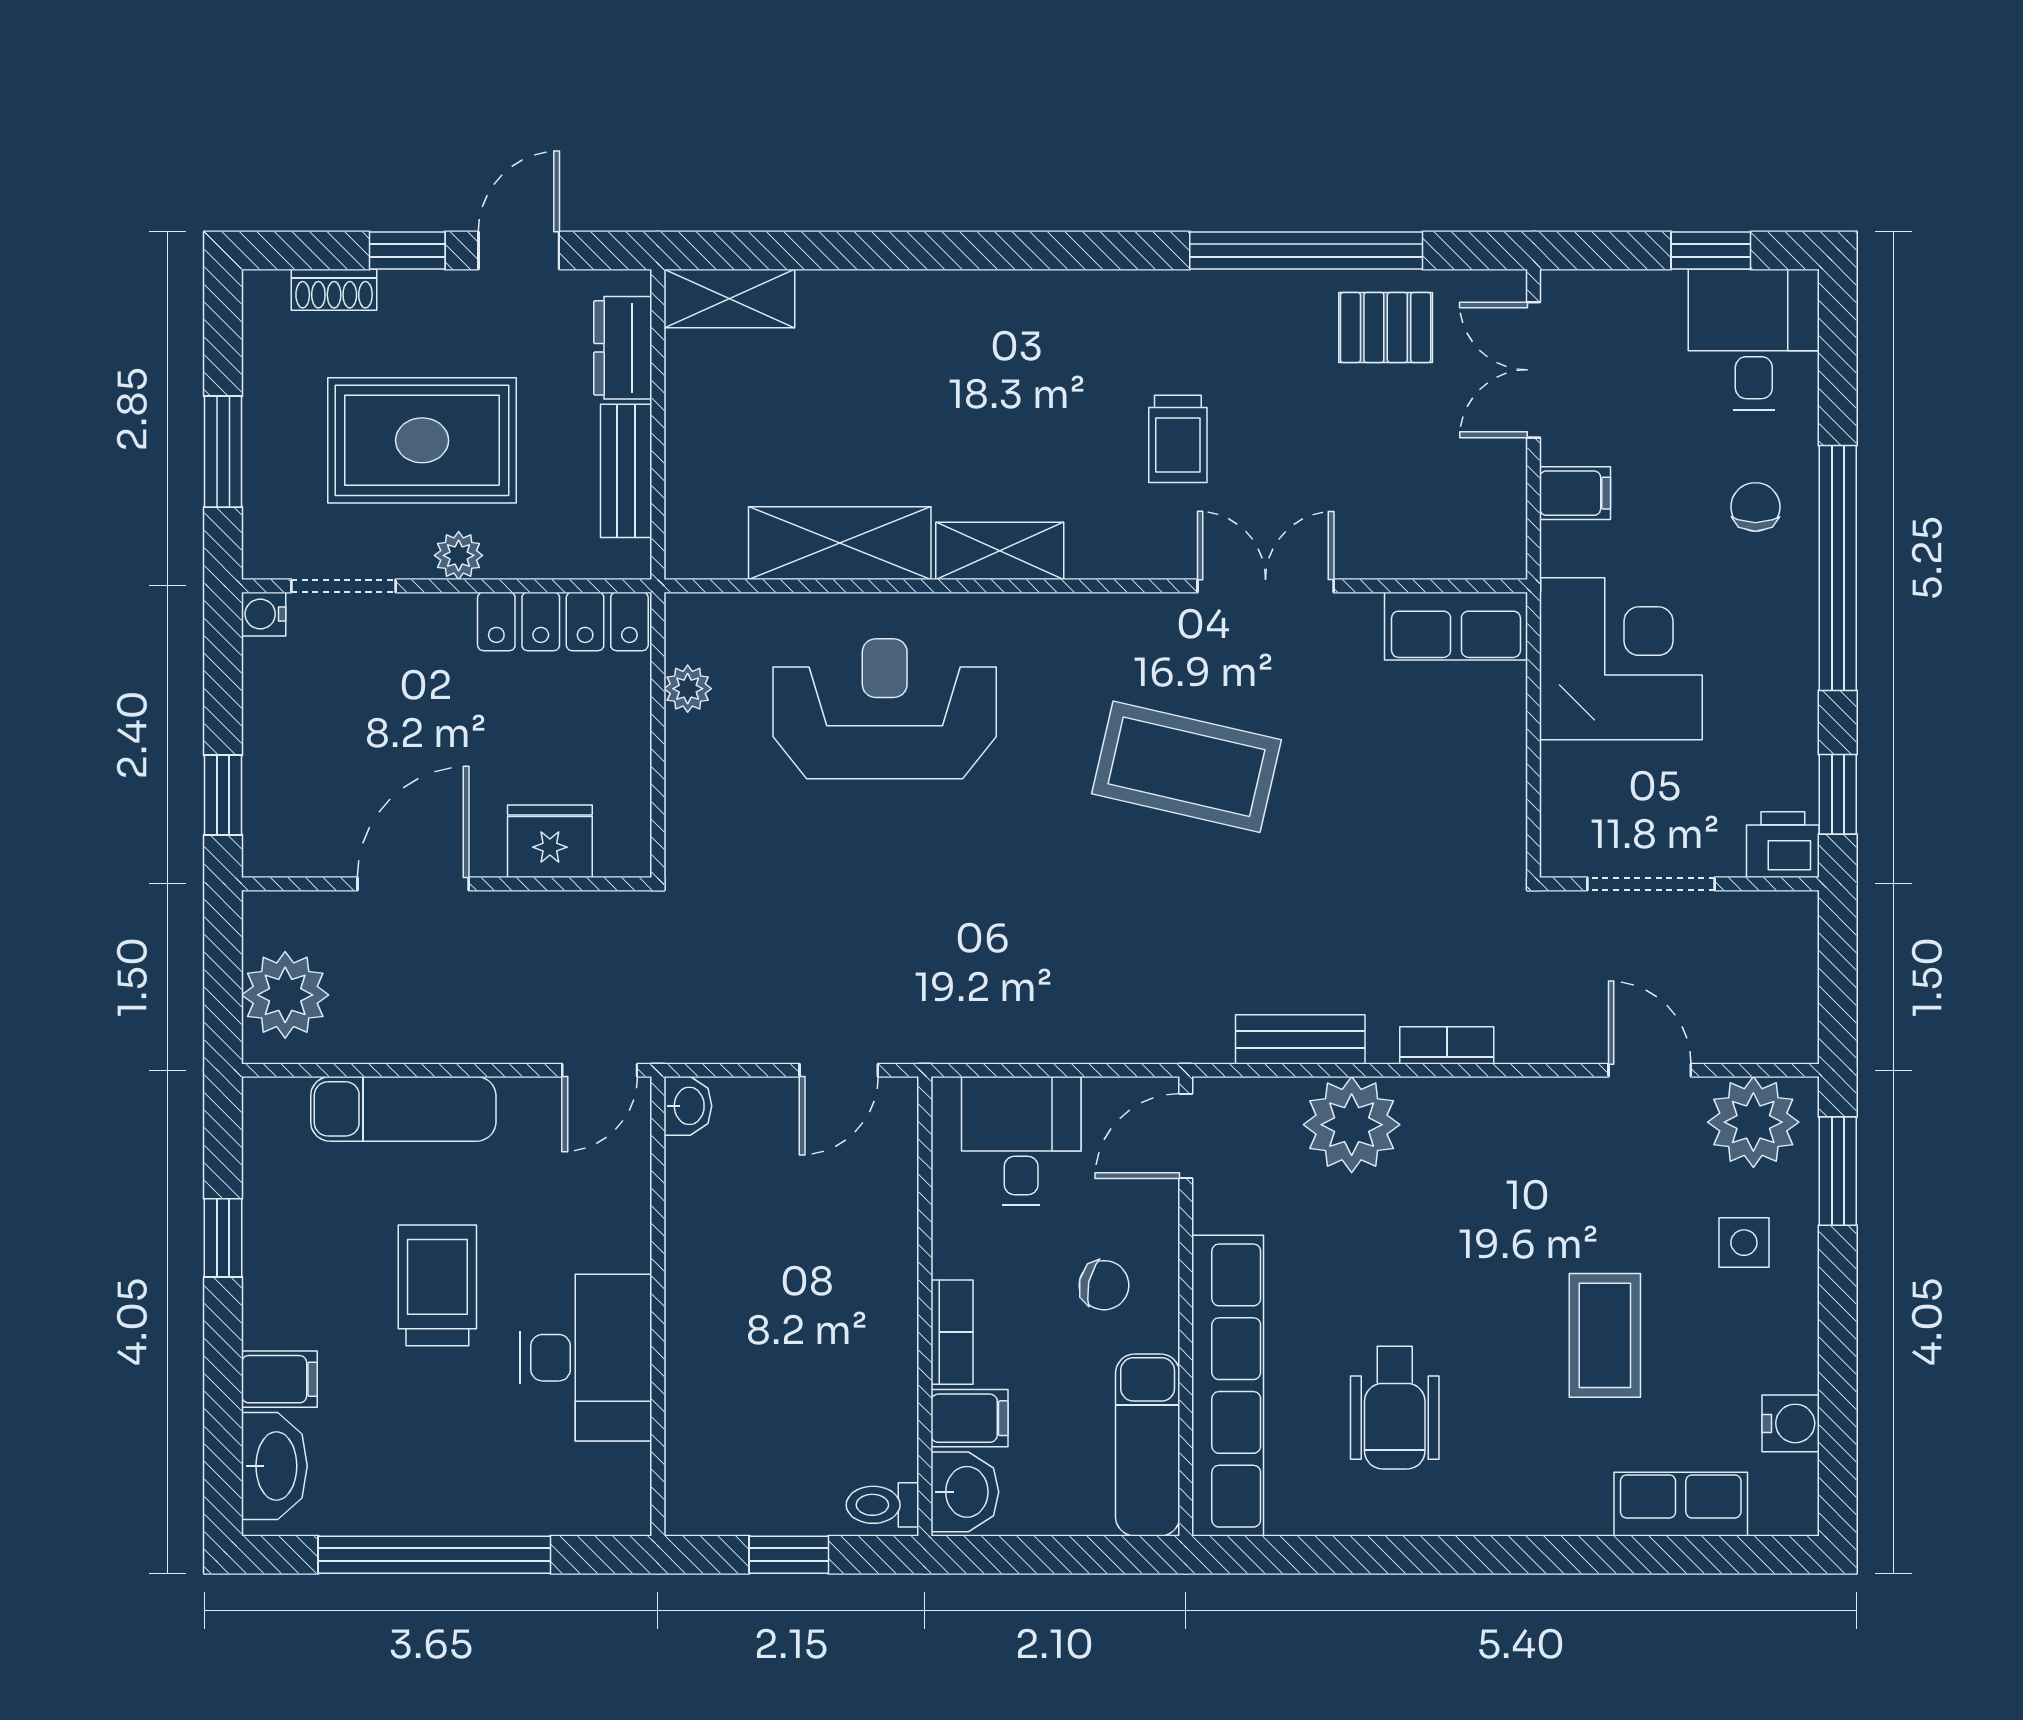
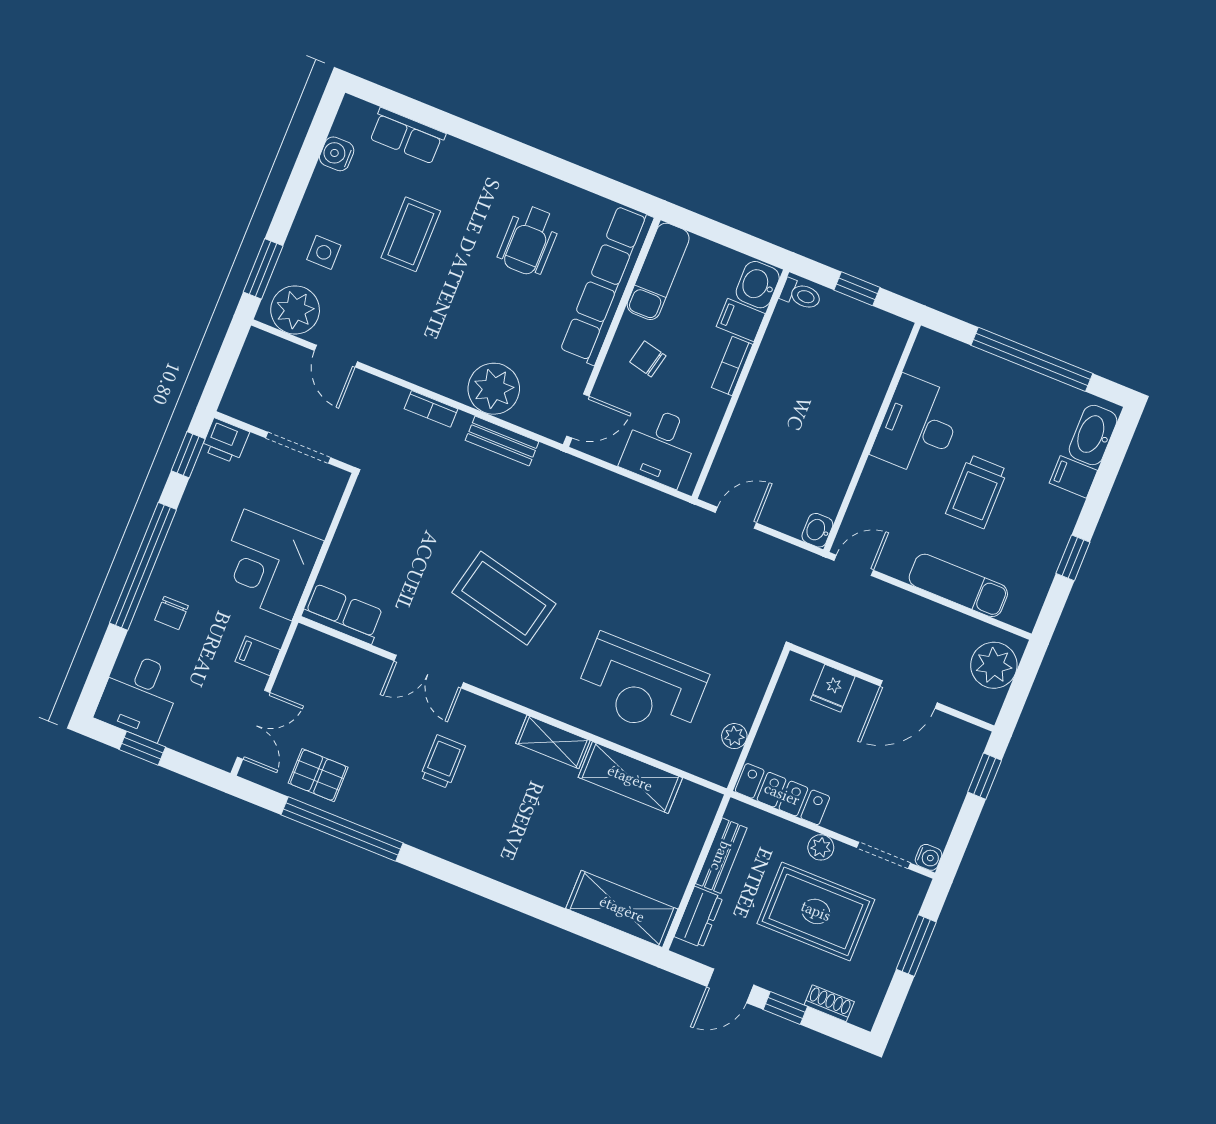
shelving: (729, 298) -> (622, 909), width x1.50, depth x1.33
fridge: (550, 841) -> (833, 688), width x0.72
wheelchair: (1395, 1408) -> (529, 240), turned 180

